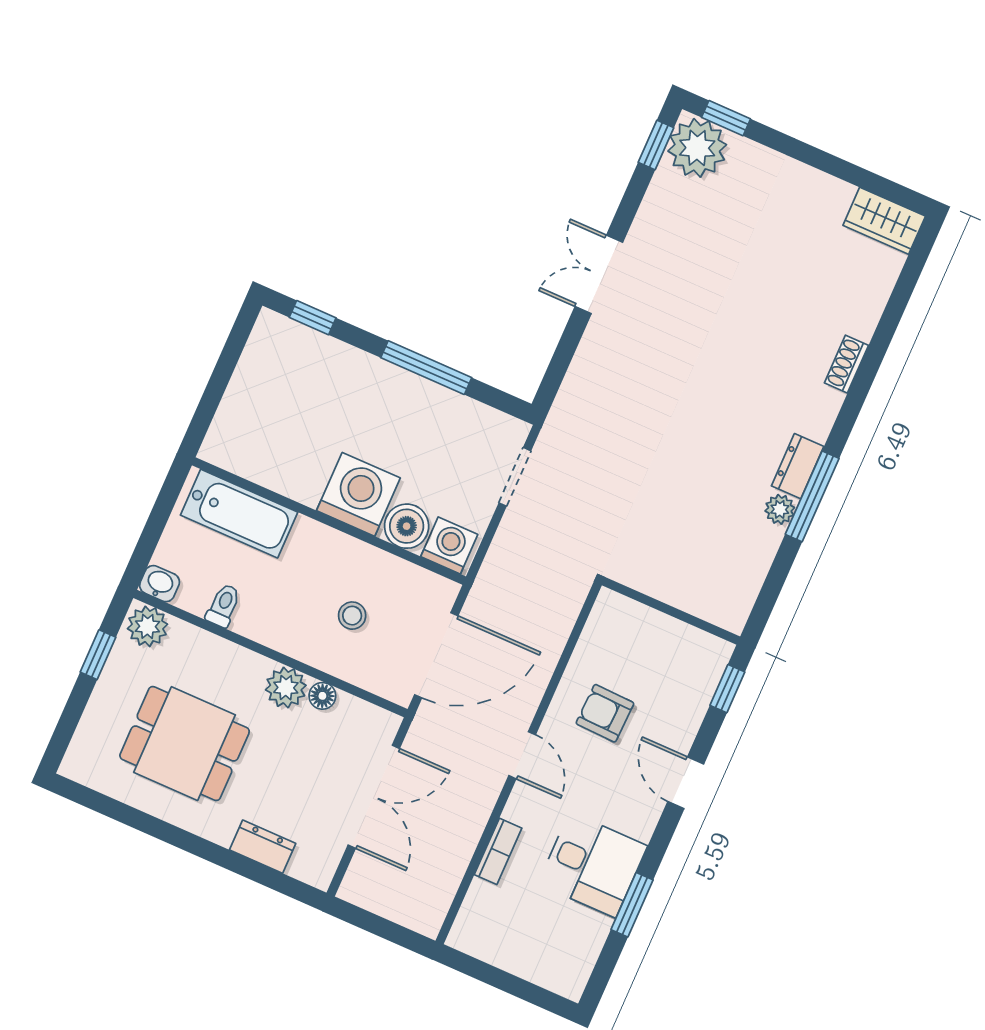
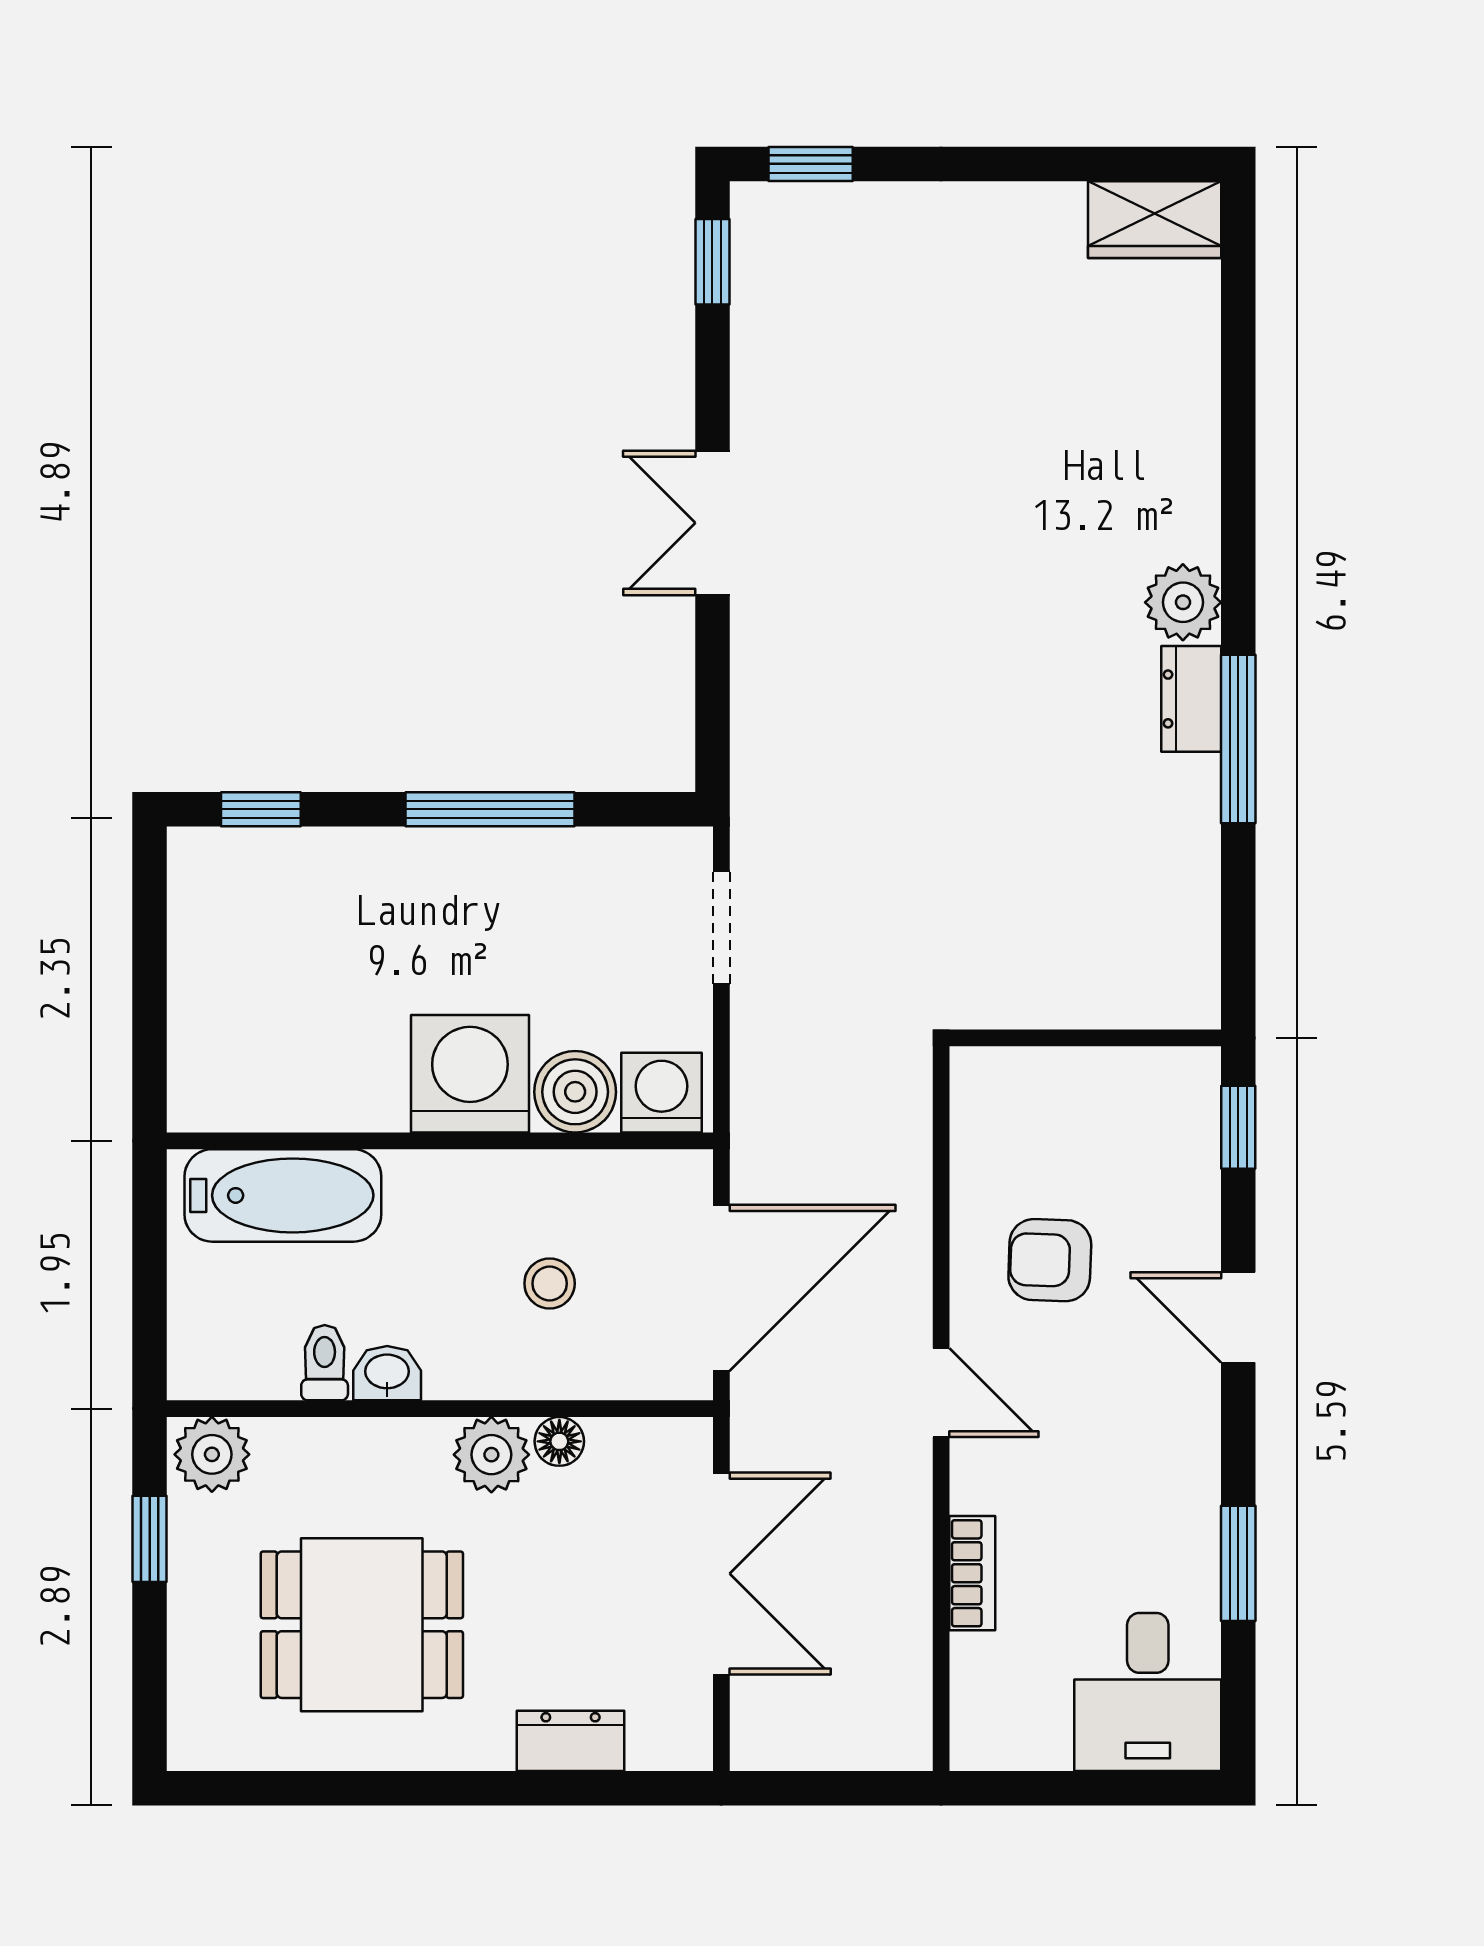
plant: (697, 148) -> (784, 236), removed
shoe rack: (846, 364) -> (1198, 490), removed
plant: (780, 509) -> (1183, 602), moved, width x1.38, depth x1.38
washbasin: (160, 584) -> (387, 1373), moved
desk: (593, 865) -> (1148, 1692), moved, turned 90

